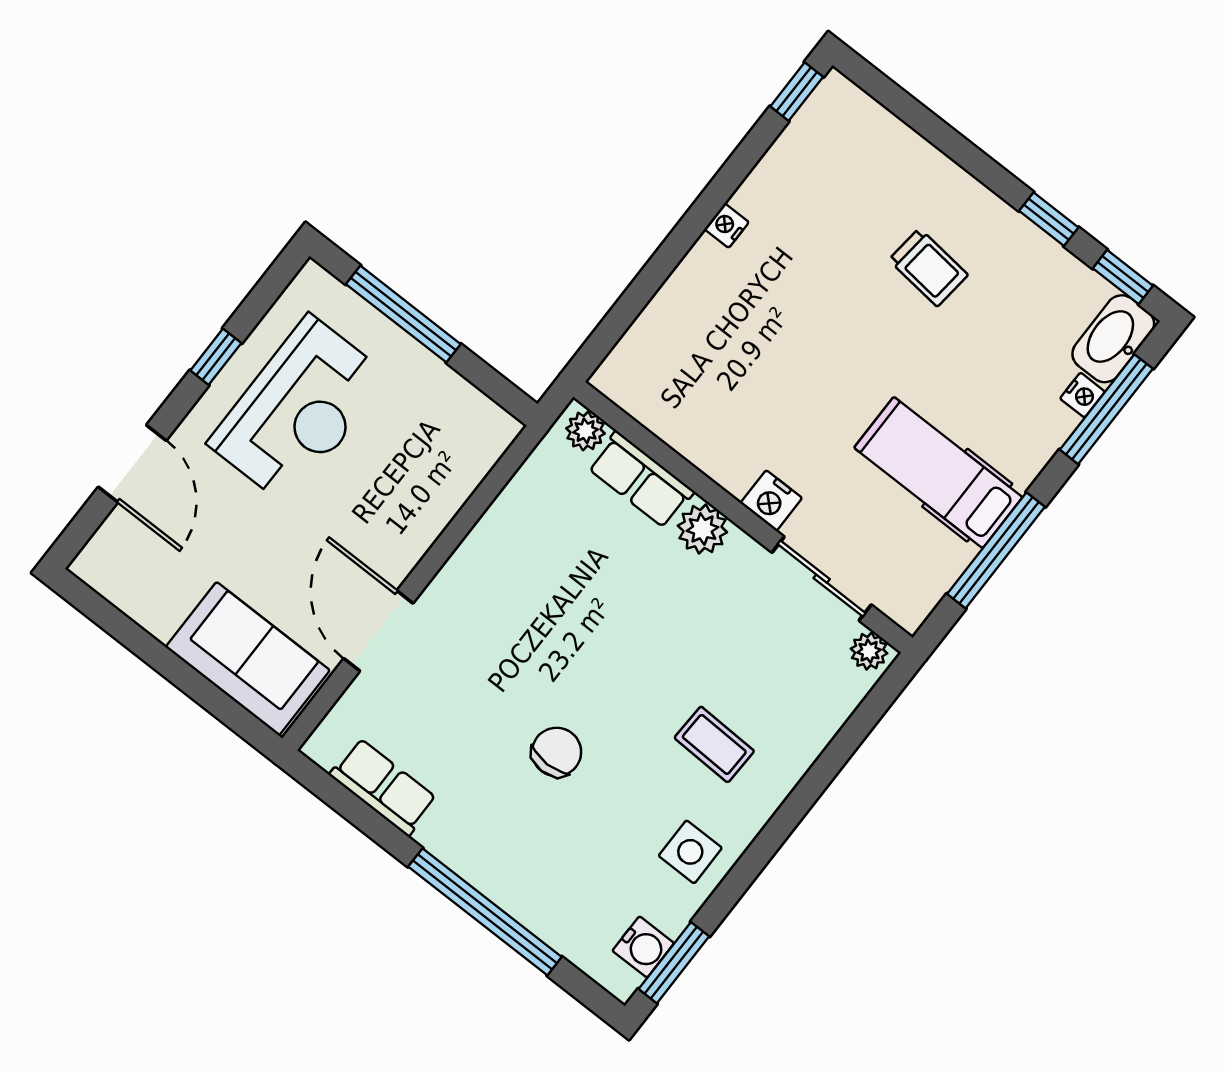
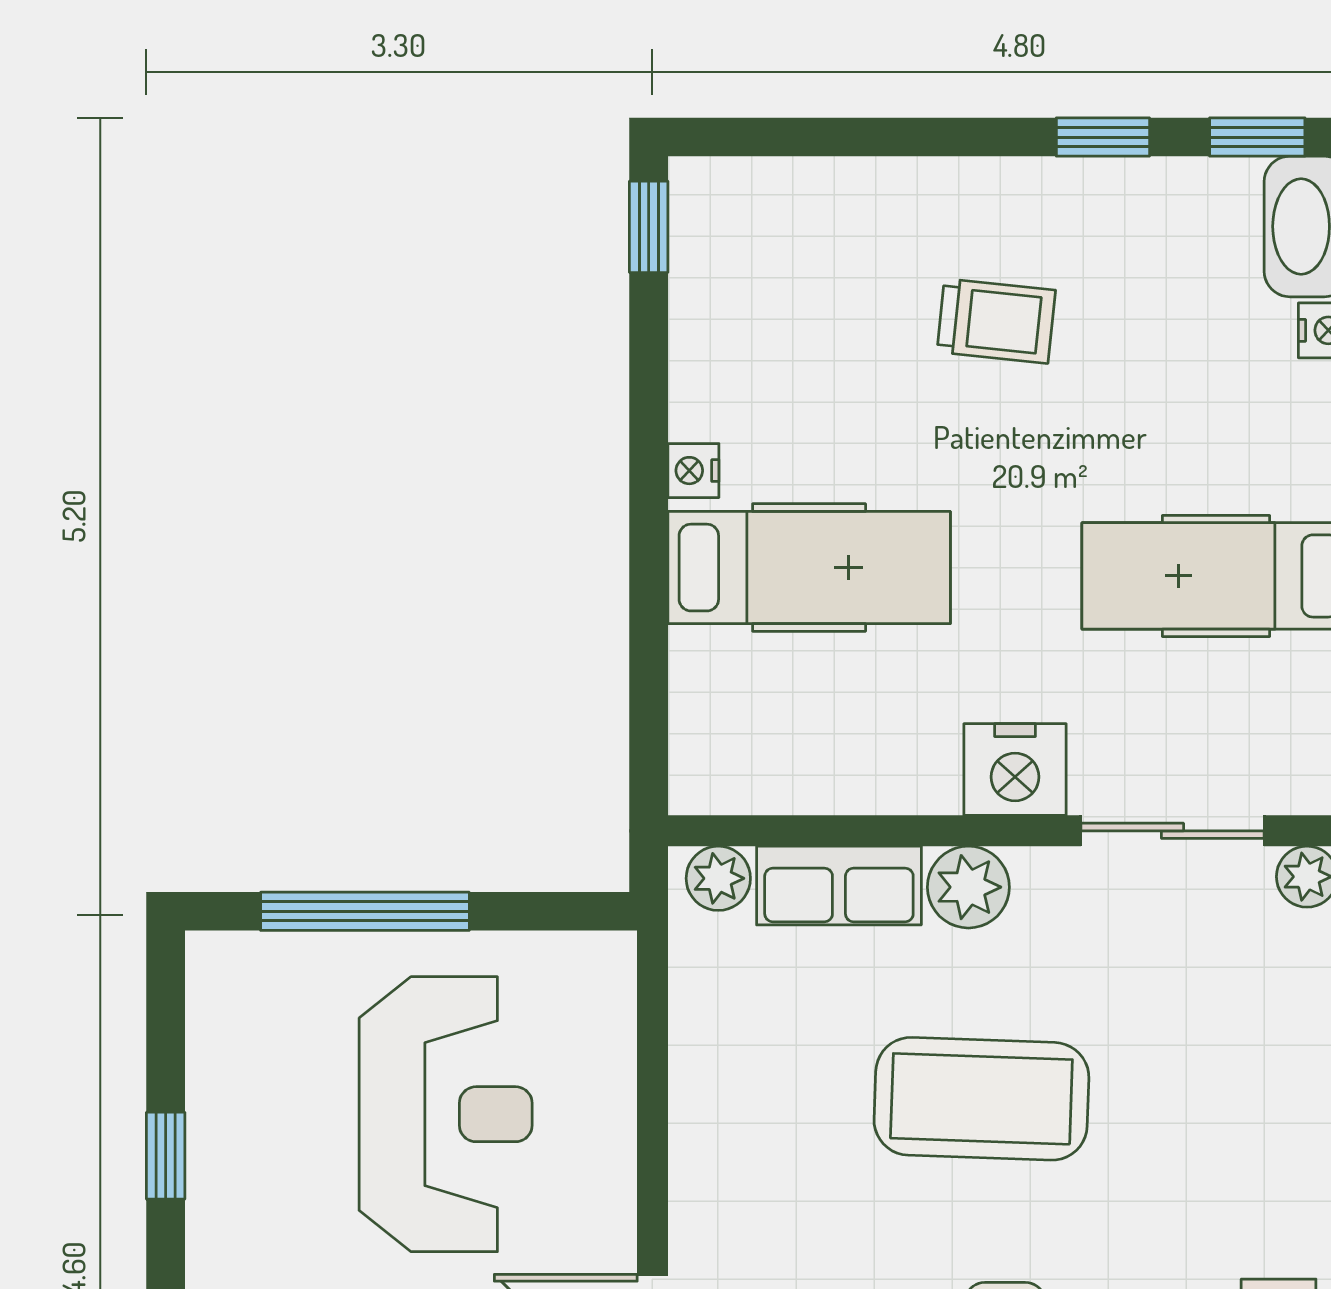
hospital bed: (746, 316) -> (809, 568), added
reception desk: (298, 410) -> (446, 1114), moved
nightstand: (771, 501) -> (1015, 770), width x1.36, depth x1.33
coffee table: (714, 744) -> (981, 1099), moved, width x1.86, depth x1.72

